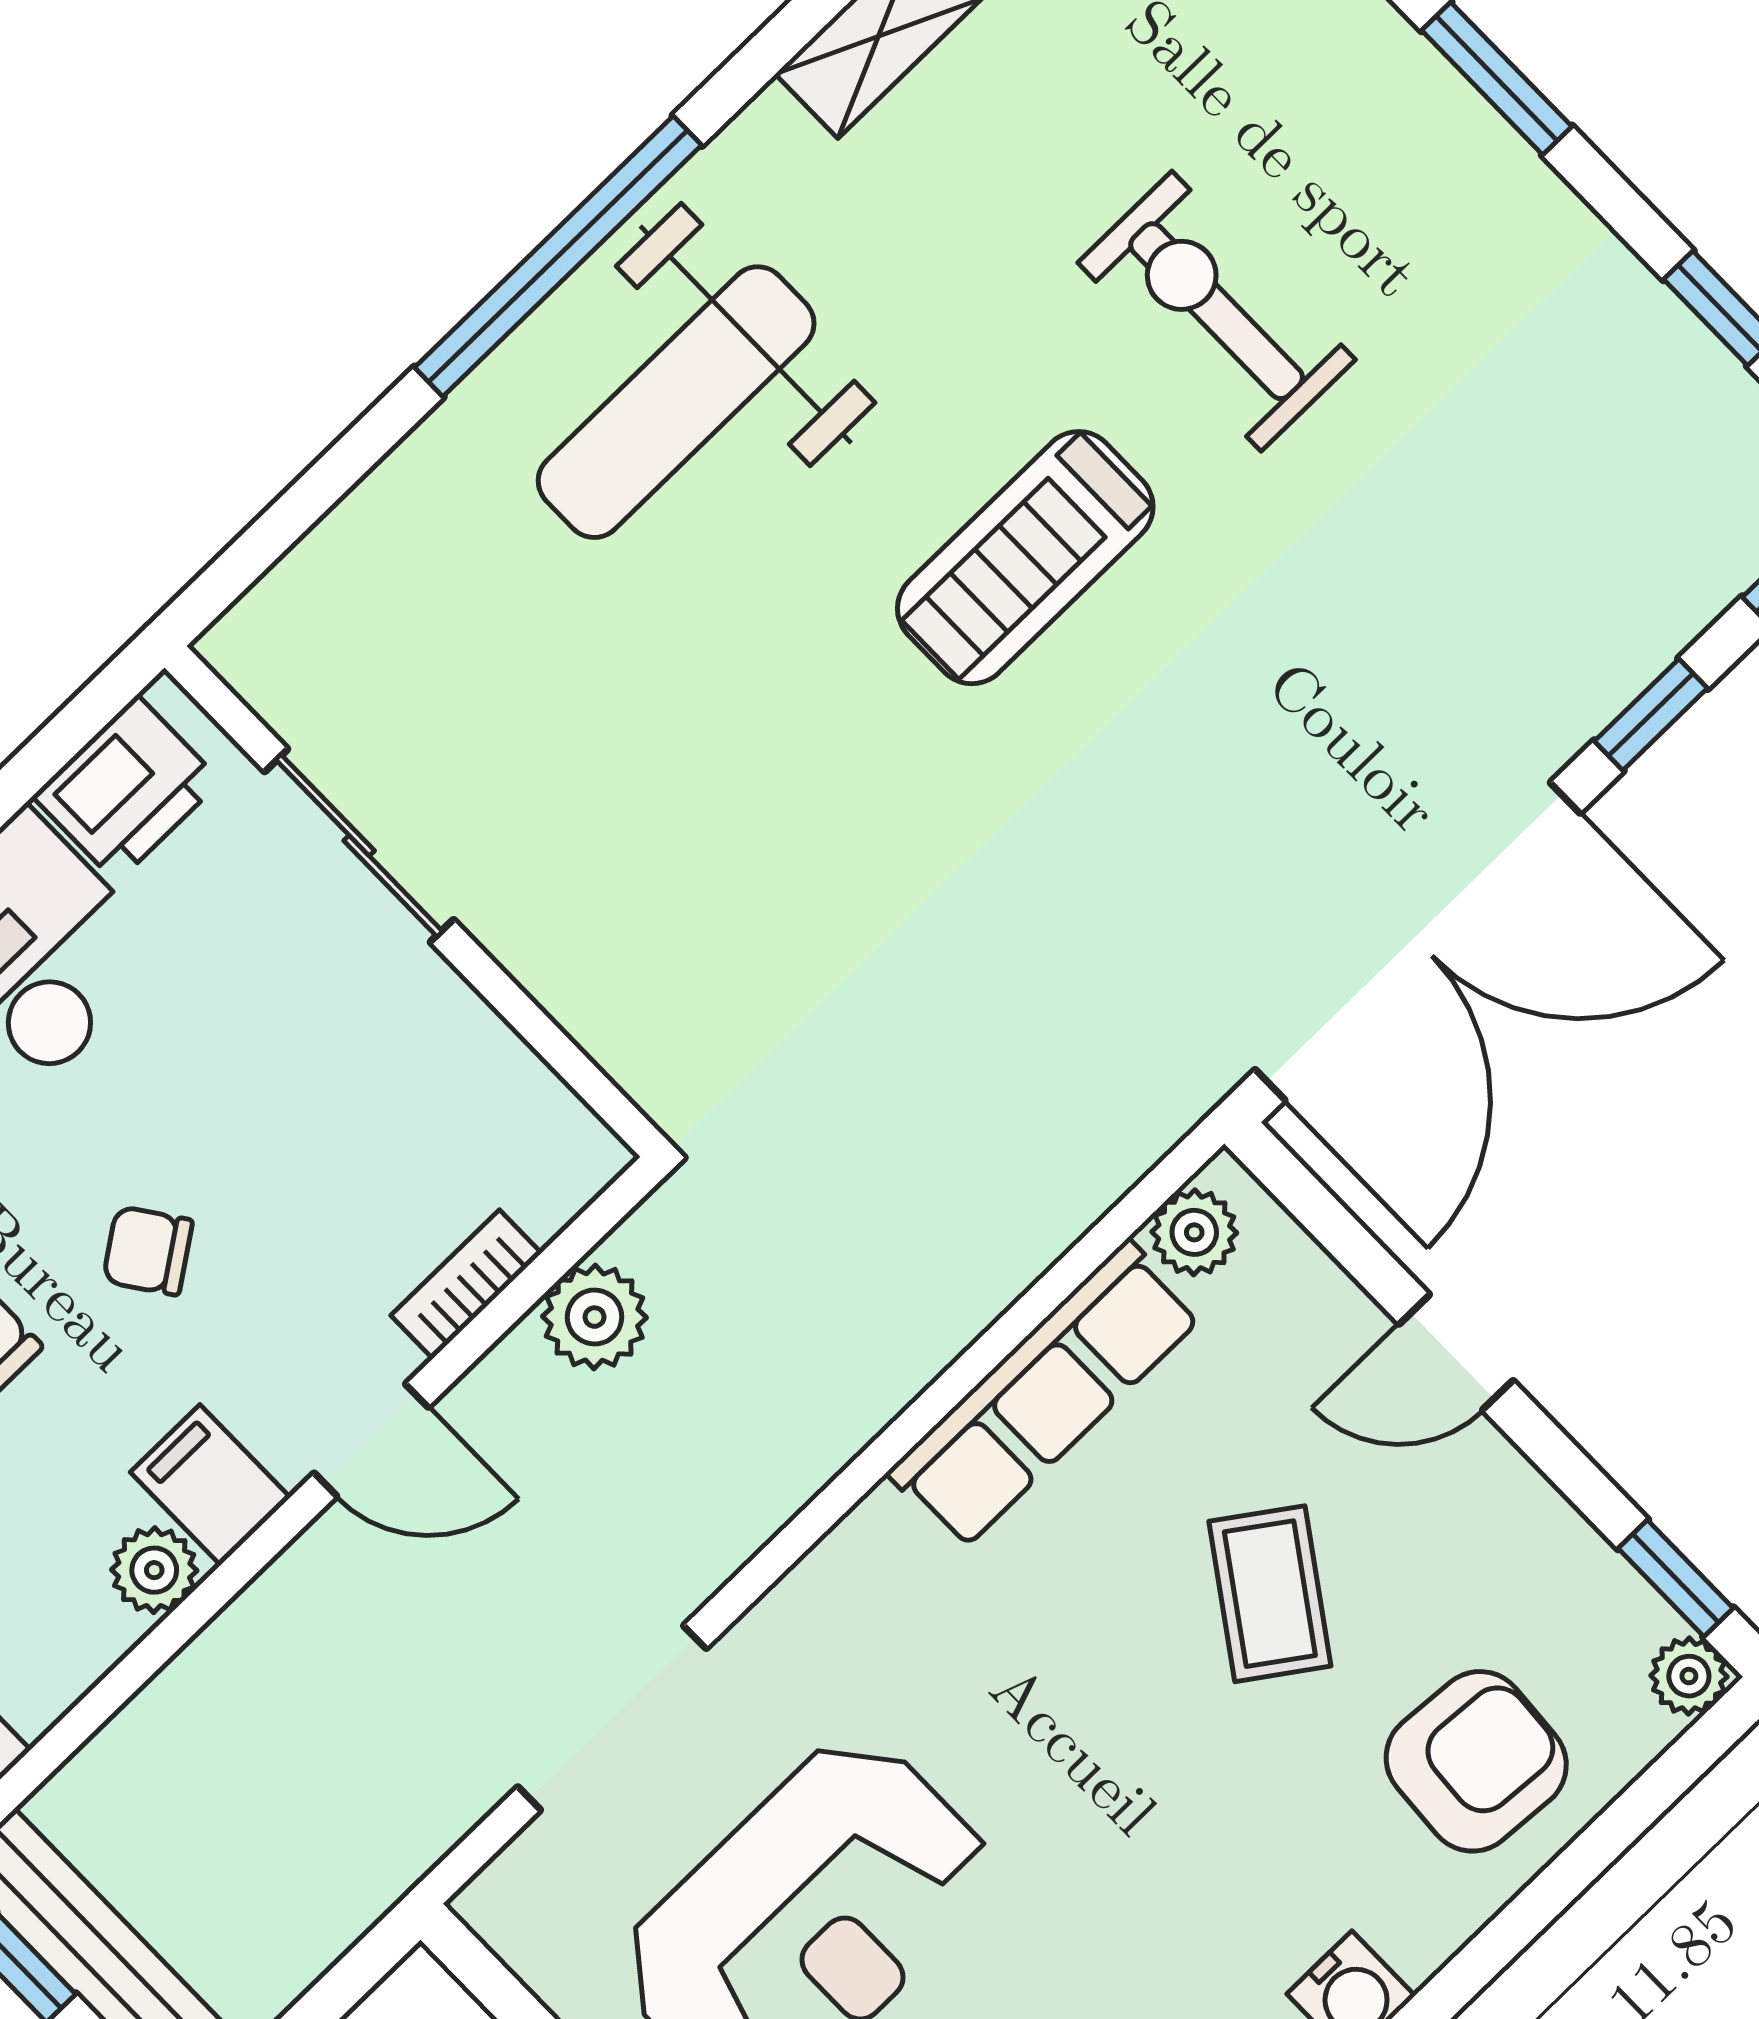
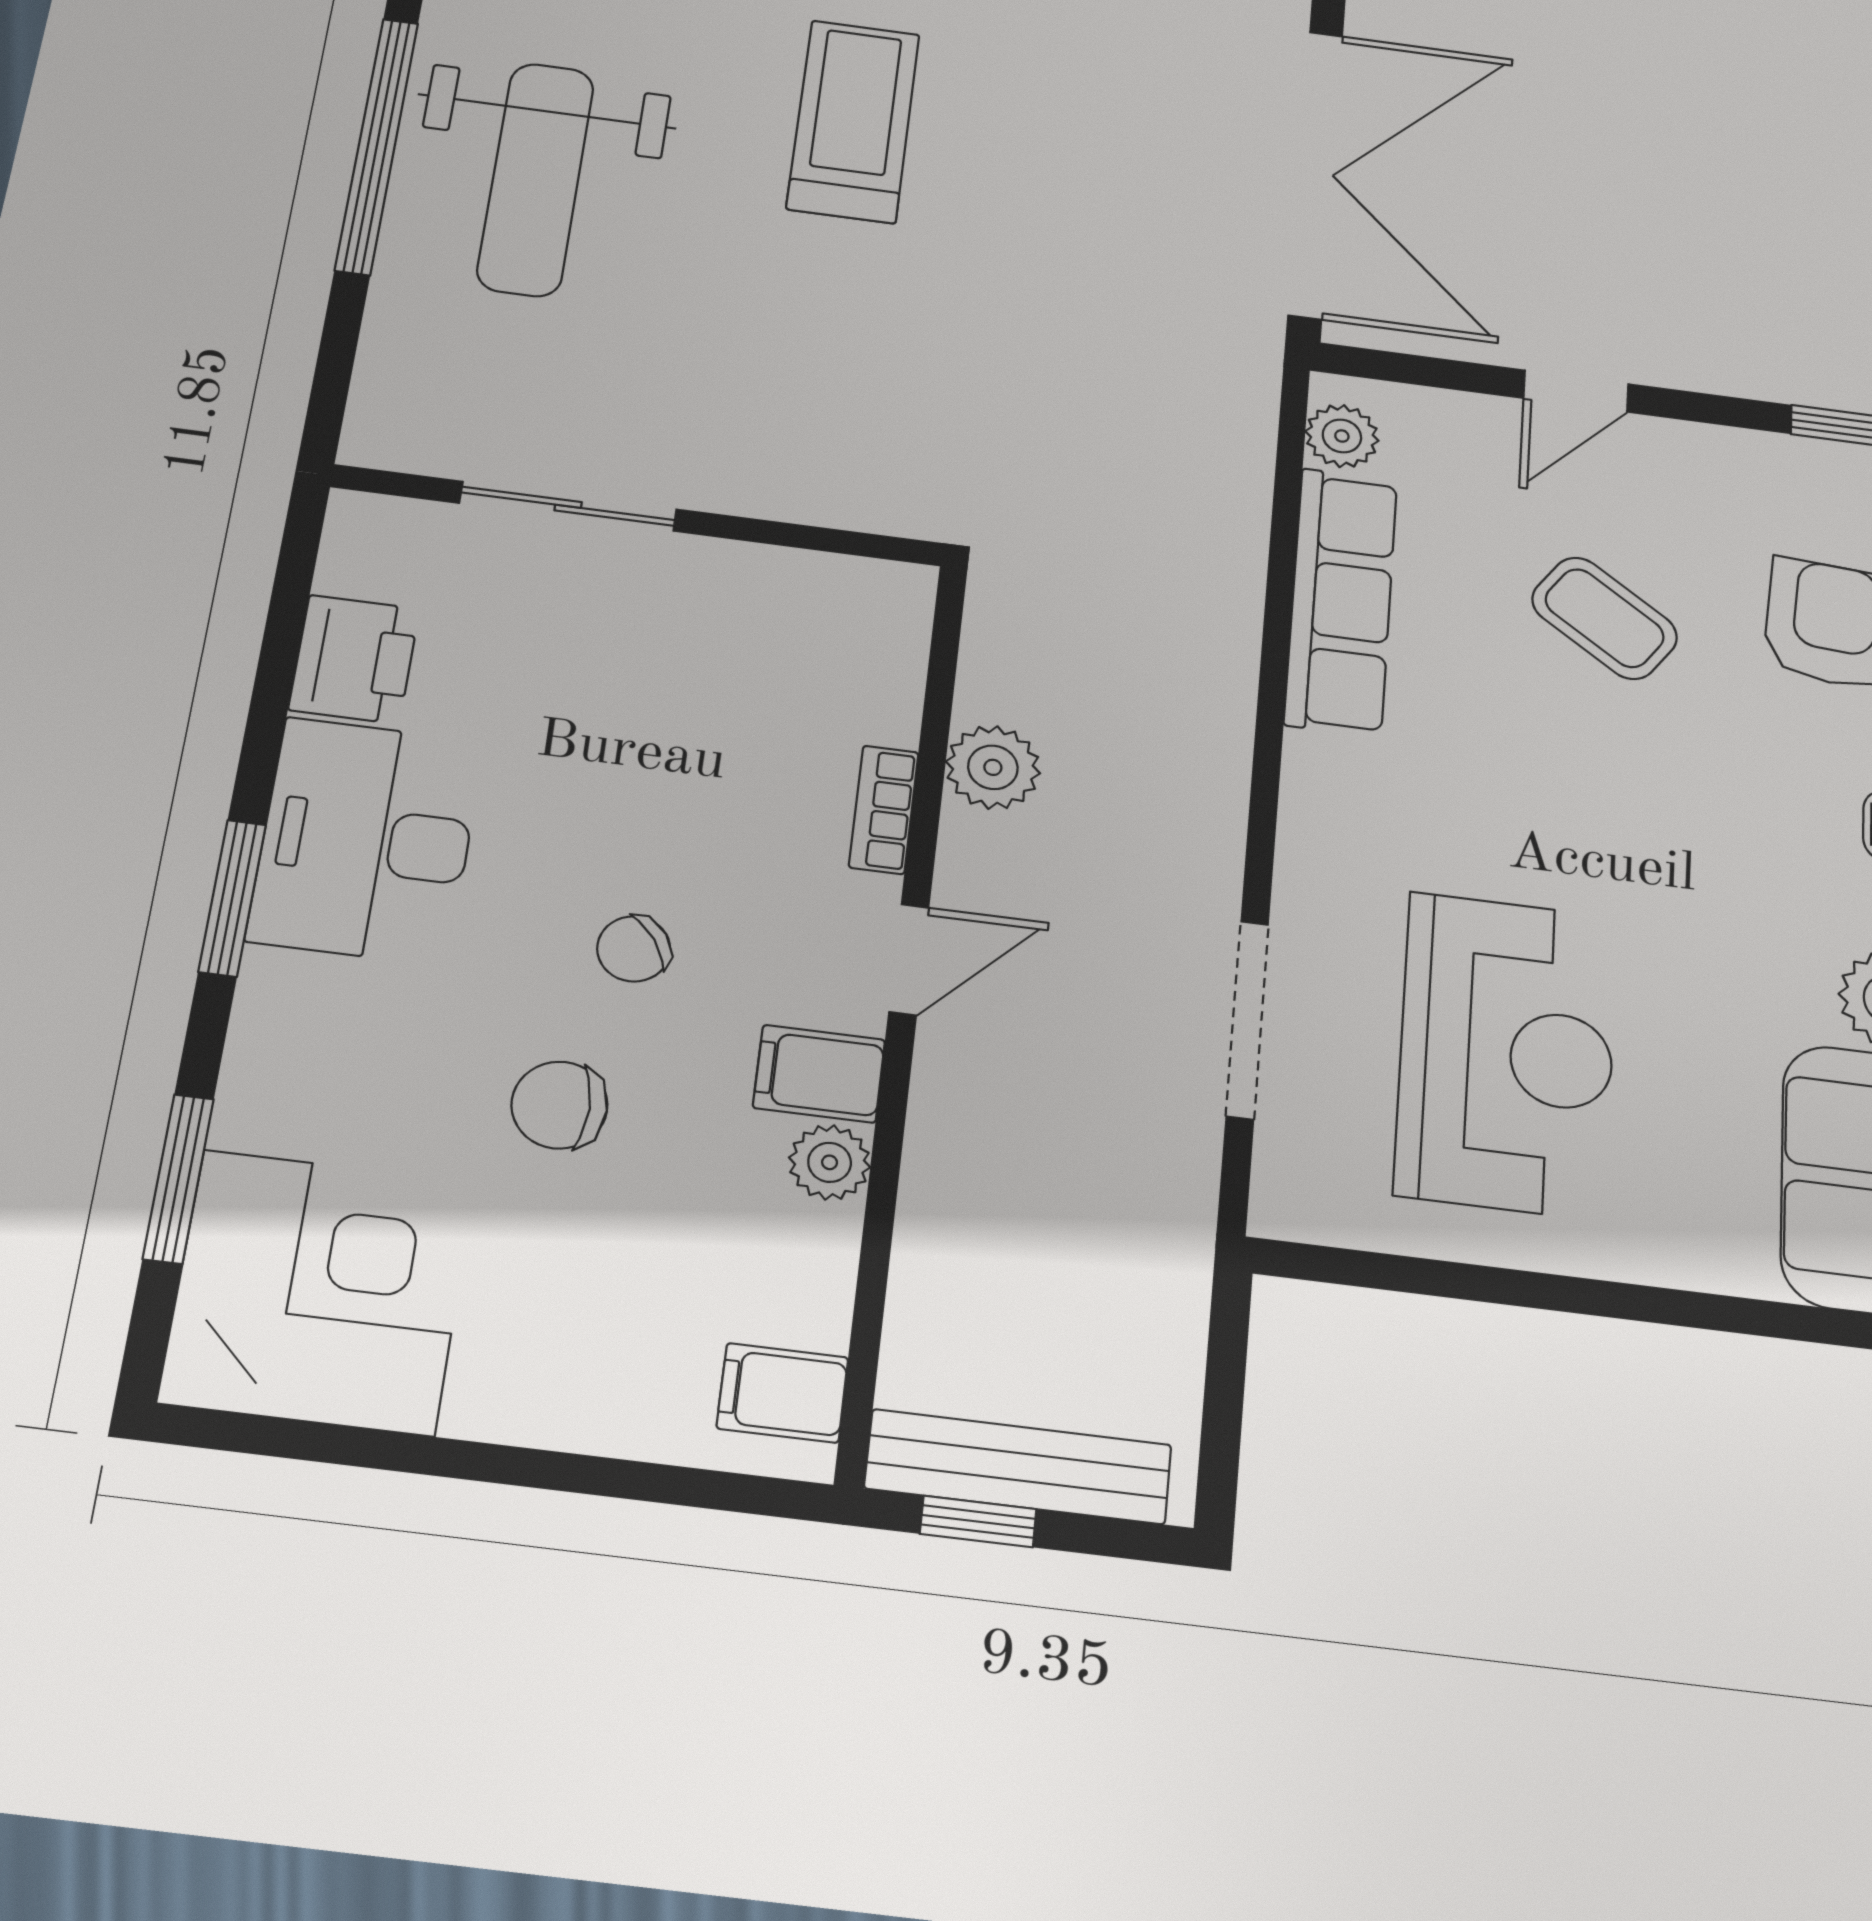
treadmill: (1025, 558) -> (853, 121), turned 180
sliding door: (359, 846) -> (568, 506), moved
wall: (413, 902) -> (638, 515), moved

